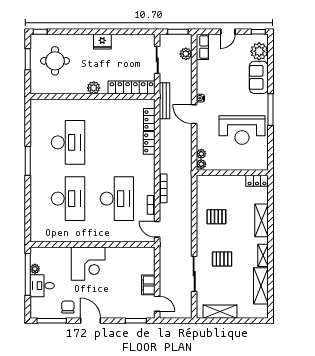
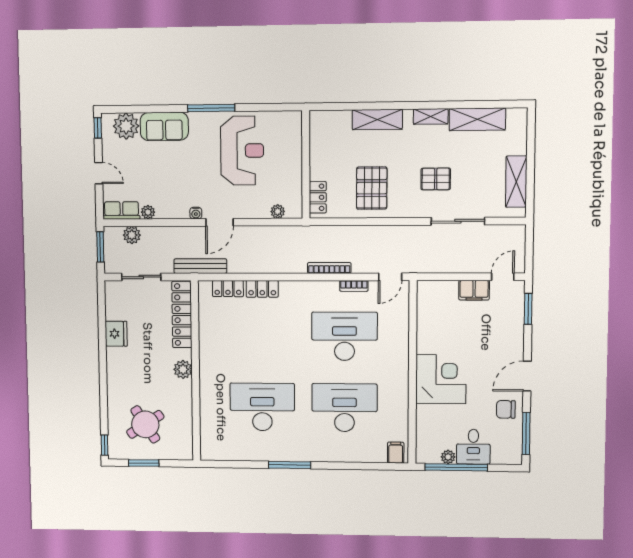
fridge: (102, 42) -> (116, 334), moved
round table: (55, 61) -> (145, 424), turned -33
plant: (201, 164) -> (148, 212), moved
locker: (257, 181) -> (318, 197), moved
pallet: (216, 217) -> (372, 188), width x1.50, depth x1.42
filing cabinet: (37, 233) -> (396, 453), added
pallet: (222, 259) -> (436, 179), turned 90

